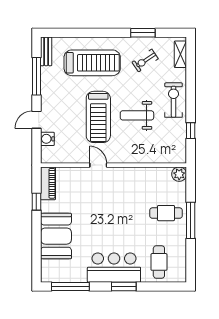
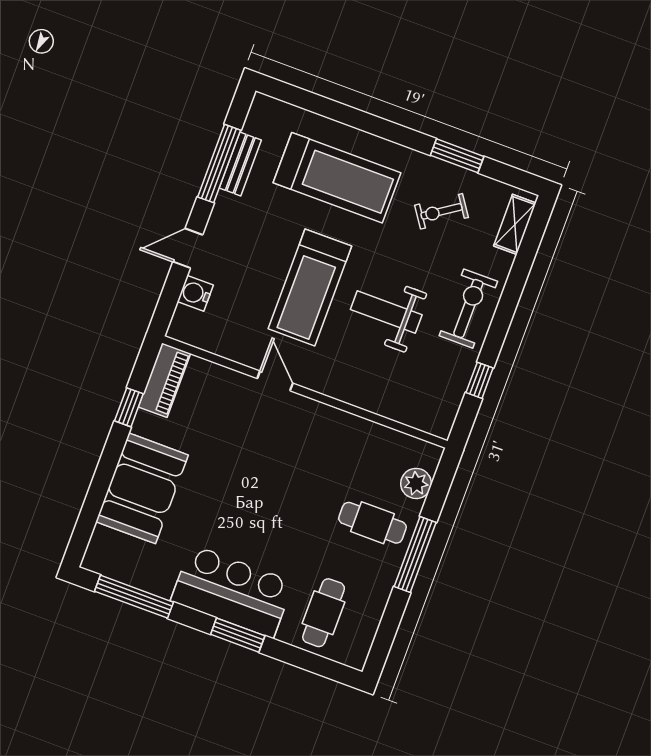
bench: (46, 51) -> (240, 164), moved
plant: (179, 174) -> (416, 483), moved

